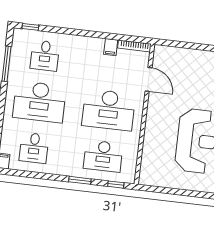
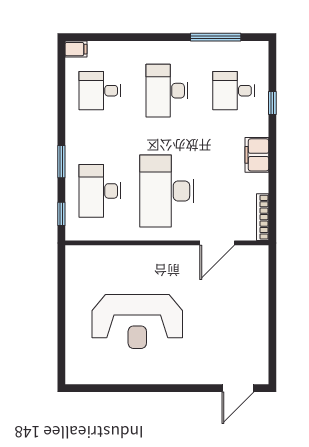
window: (30, 27) -> (272, 103), moved
filing cabinet: (111, 47) -> (257, 155), moved, width x2.00
desk: (39, 102) -> (167, 91), width x0.73, depth x0.77

